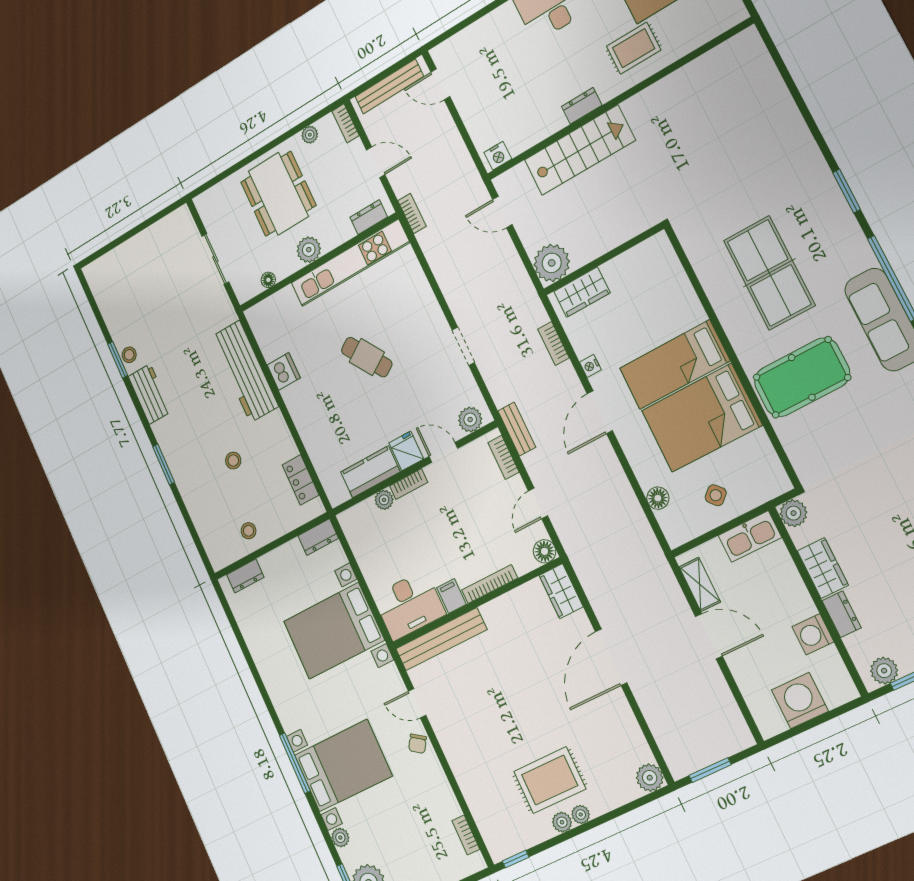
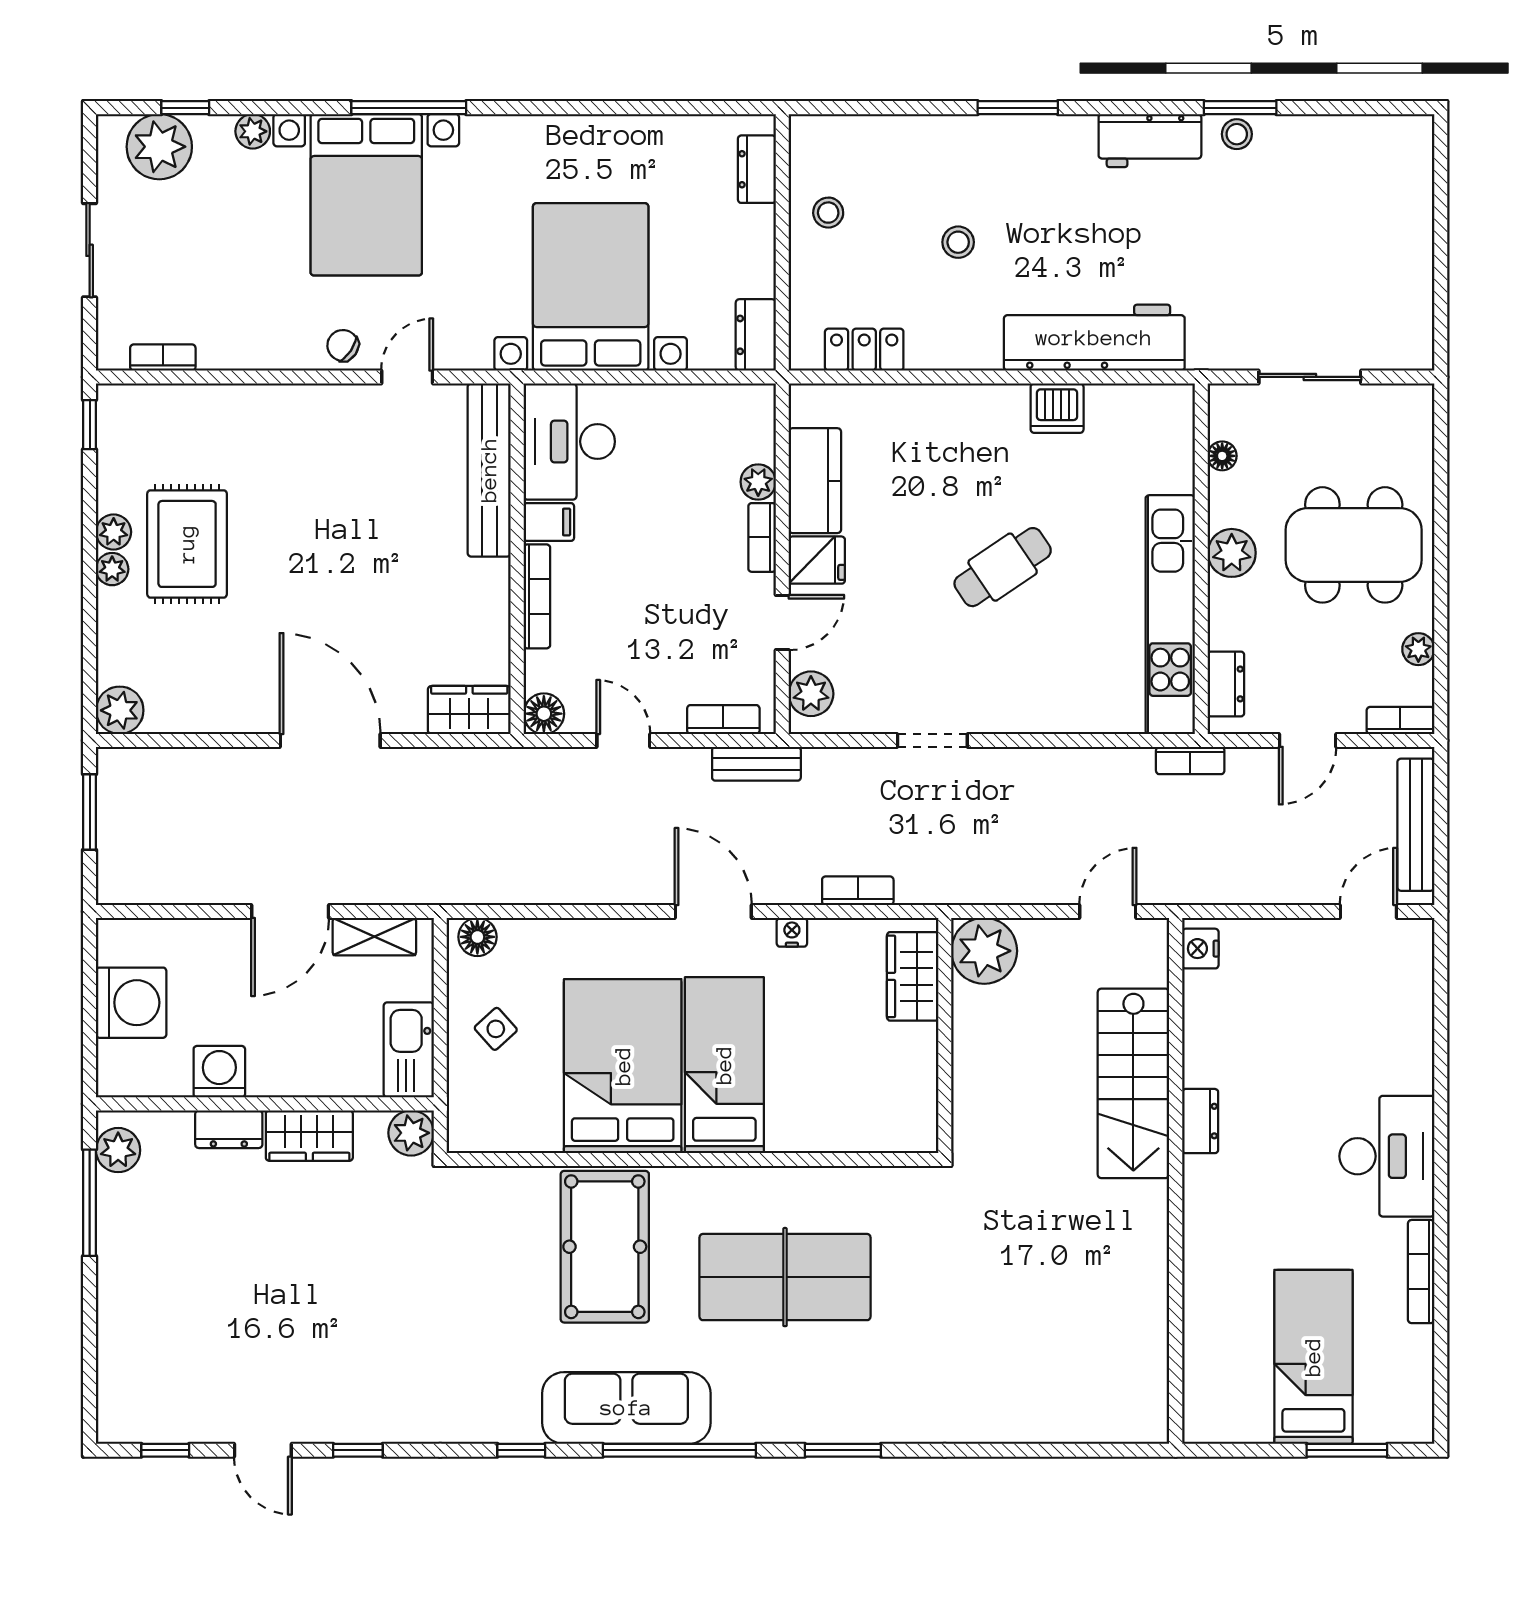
rug: (634, 48) -> (1241, 1246), removed
floor lamp: (658, 498) -> (477, 937), moved

